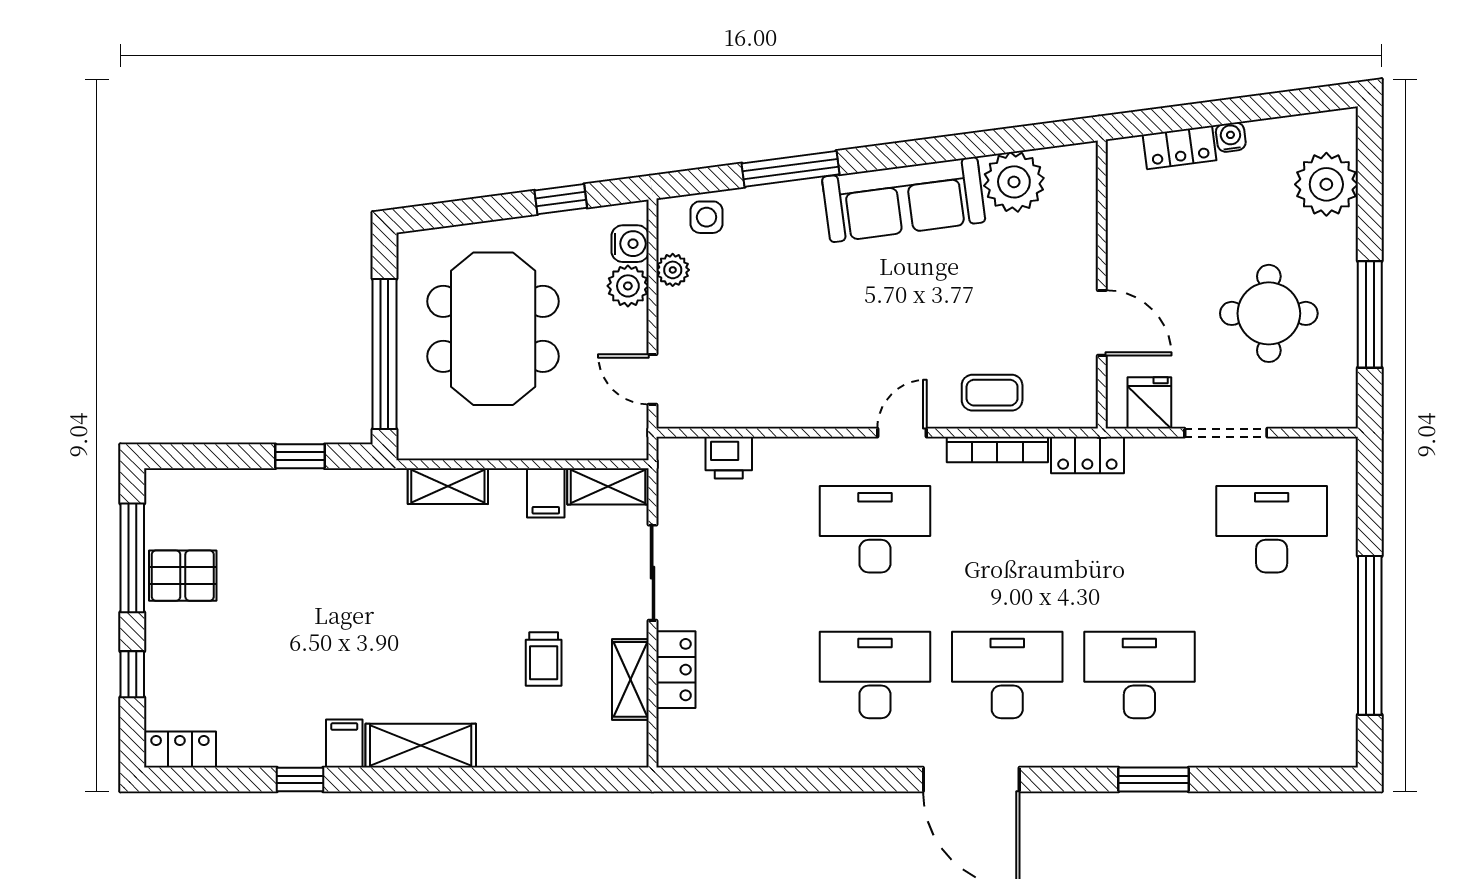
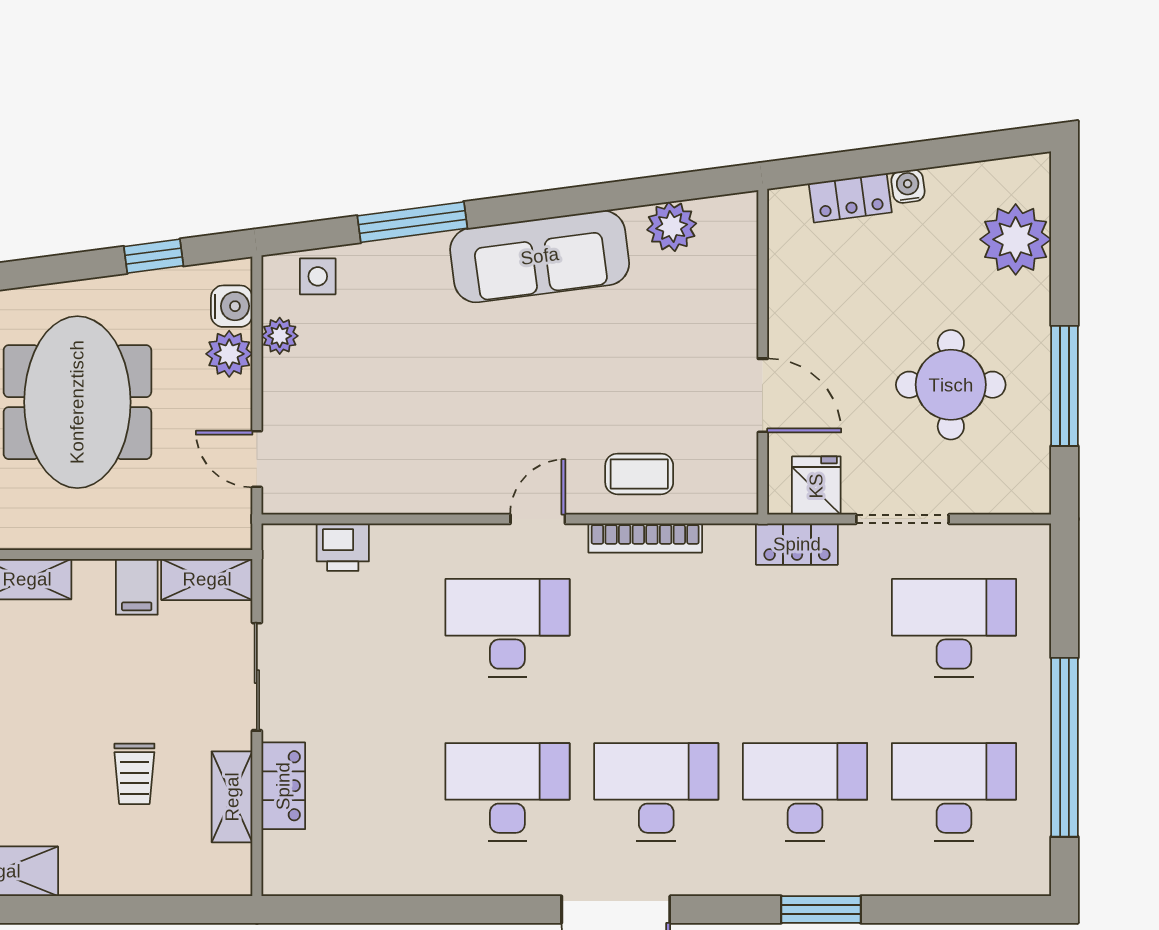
plant: (1014, 182) -> (672, 227), width x0.73, depth x0.73
locker: (1087, 455) -> (797, 544), moved
desk: (1272, 675) -> (954, 792), added

